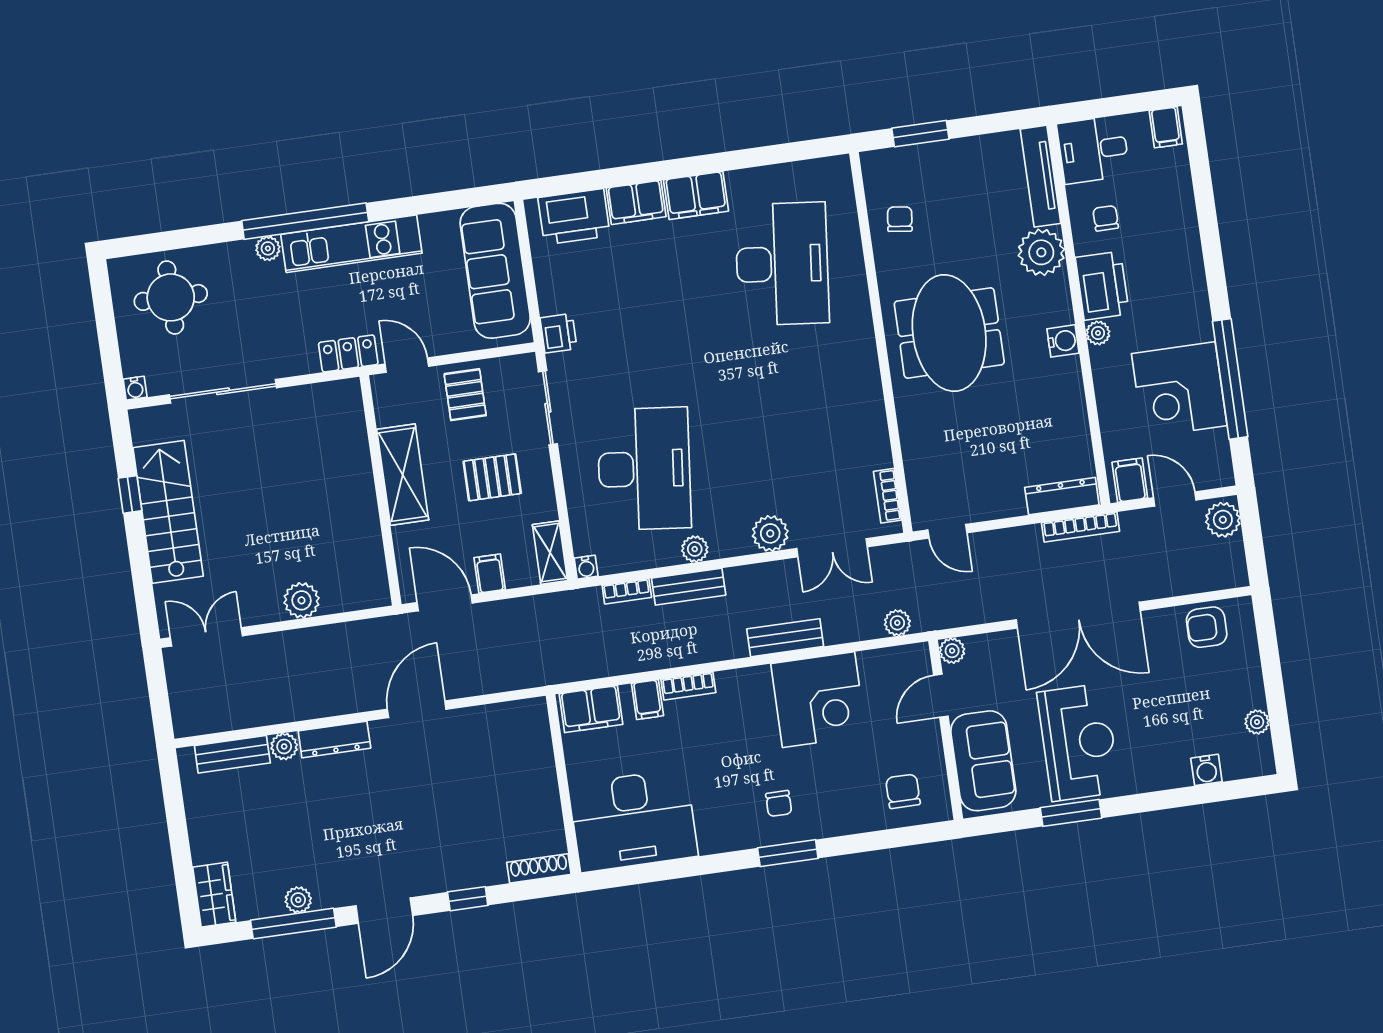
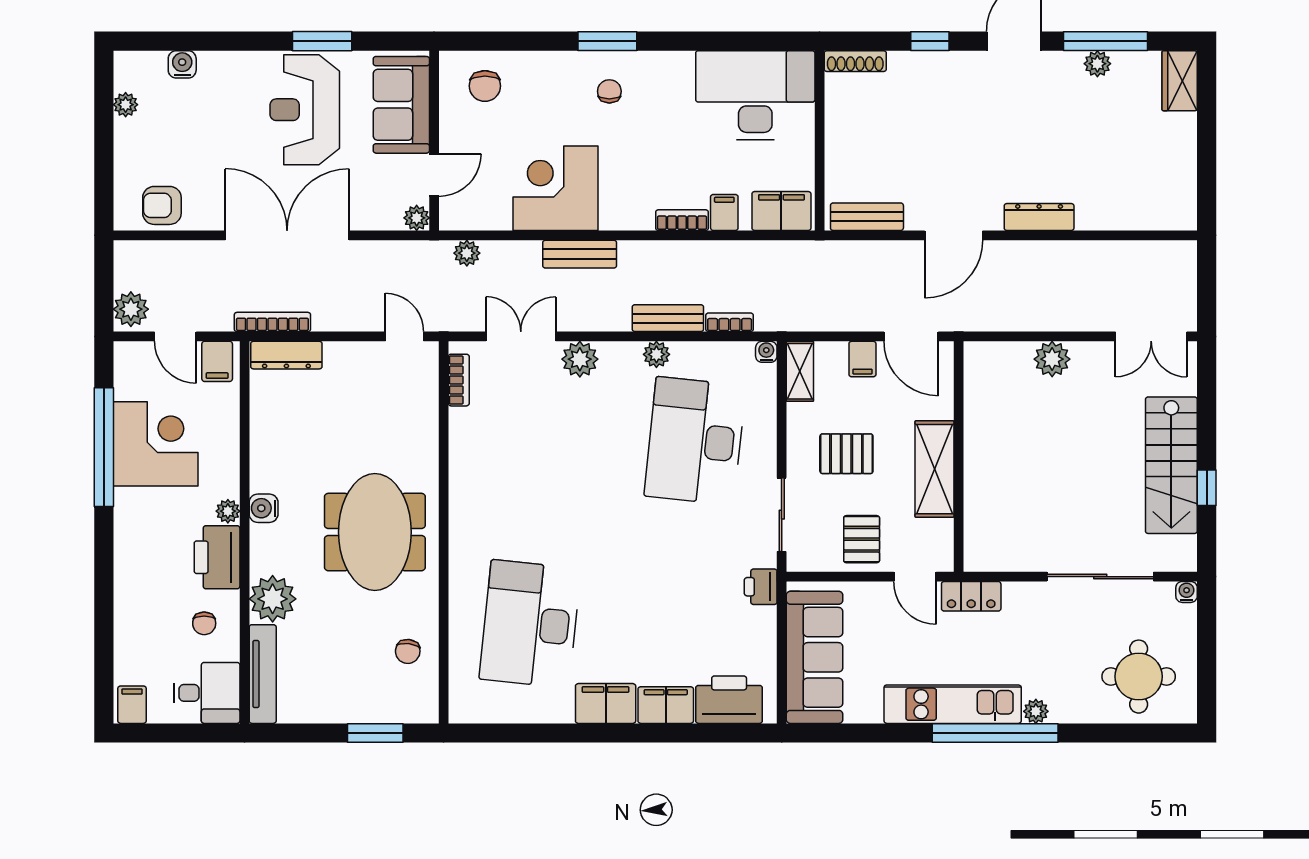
armchair: (1207, 627) -> (162, 205), turned 180
plant: (284, 746) -> (1090, 217), removed
bench: (232, 754) -> (867, 217), moved

